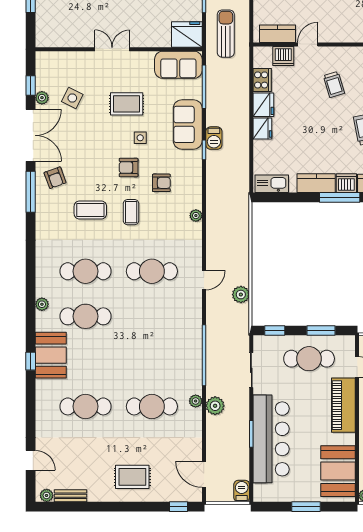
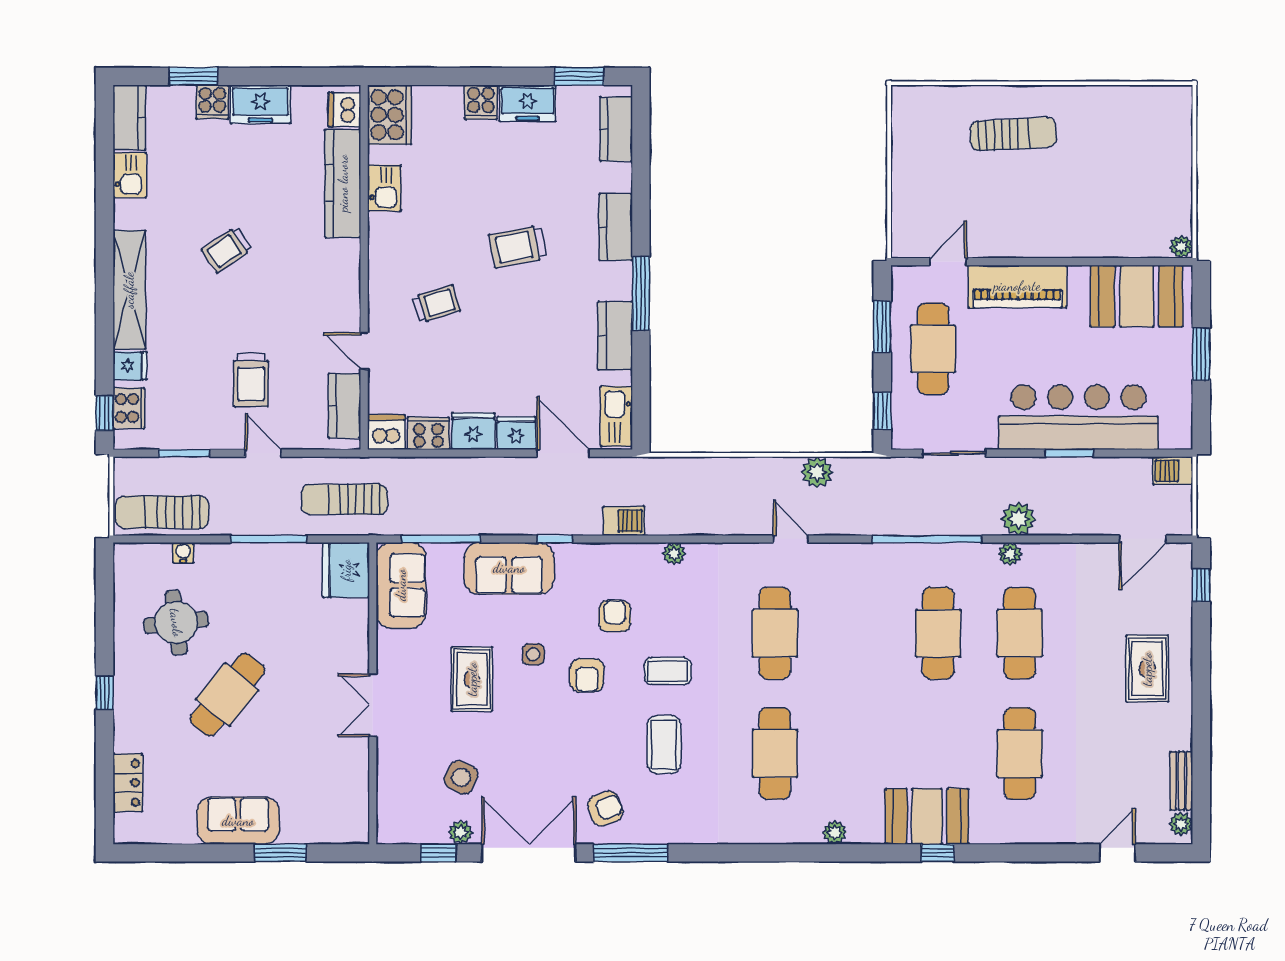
dishwasher: (283, 56) -> (386, 432), moved, turned -90
barbecue: (214, 138) -> (624, 521), moved
door: (251, 154) -> (563, 453), added
dishwasher: (346, 183) -> (615, 281), removed
cafe table: (85, 316) -> (938, 633), moved

